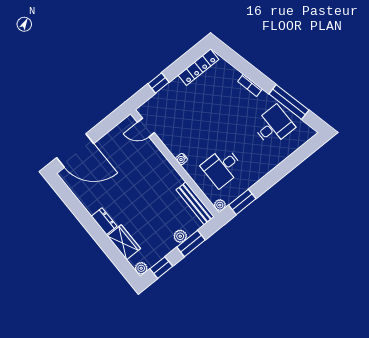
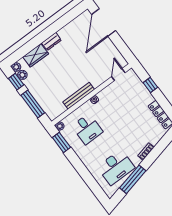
desk: (273, 126) -> (116, 167), width x1.37
desk: (222, 167) -> (87, 129), turned 180
bench: (195, 203) -> (79, 96), moved
plant: (180, 236) -> (22, 75), moved
window: (191, 243) -> (33, 104), width x1.44

